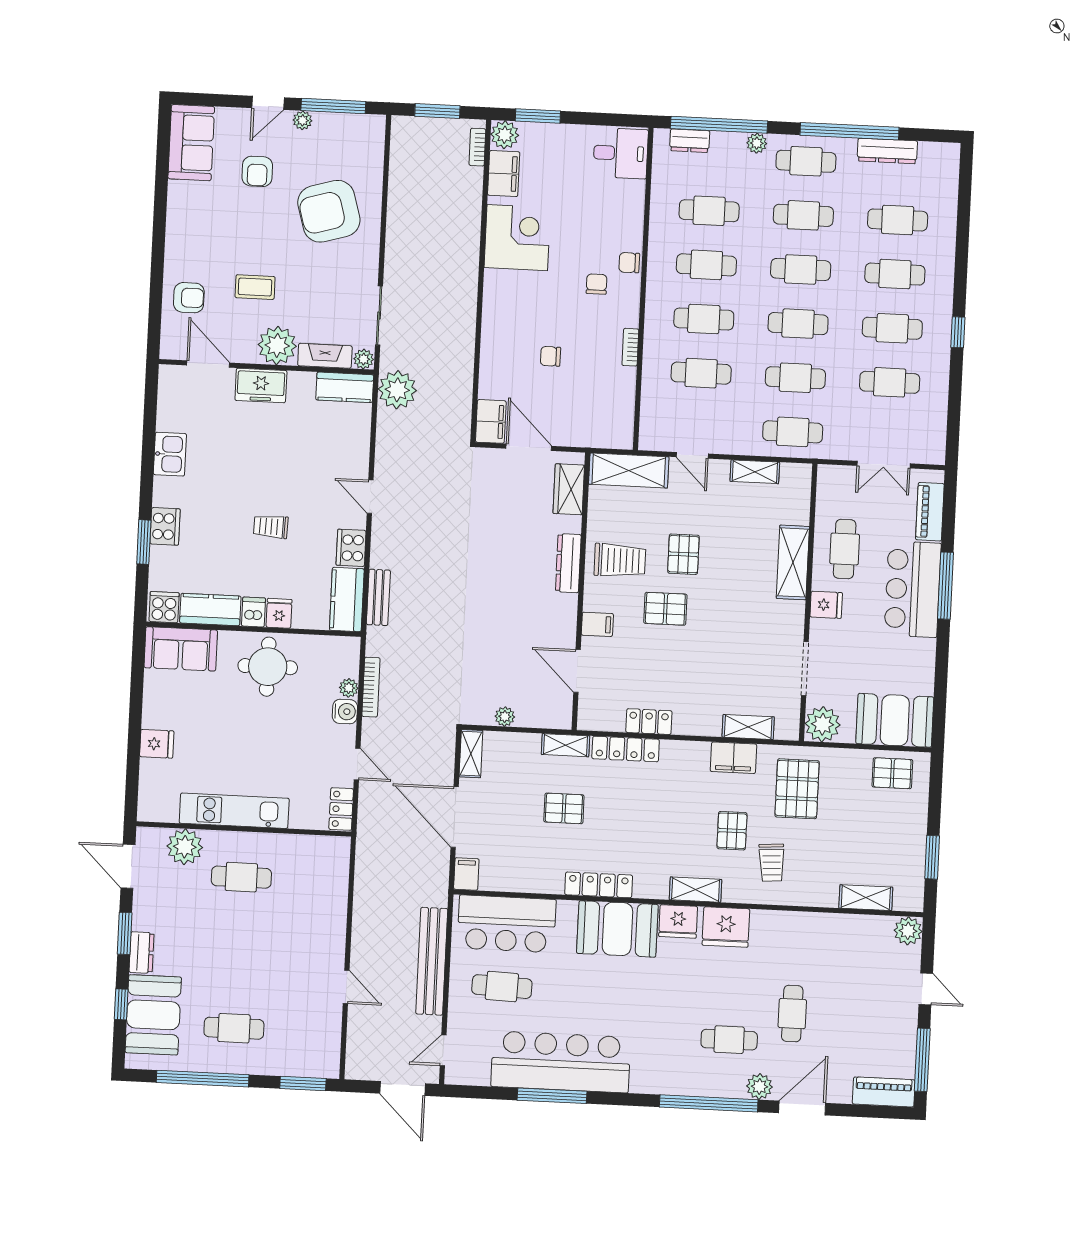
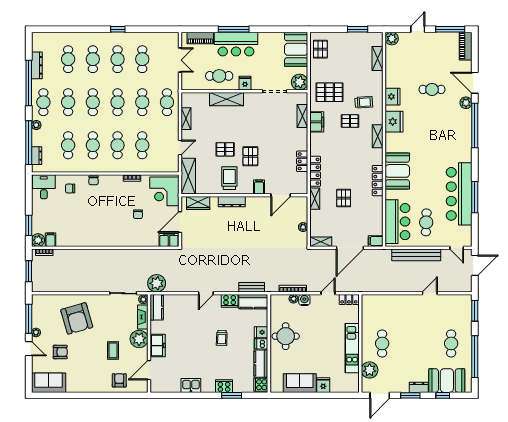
filing cabinet: (504, 173) -> (51, 240), width x0.50
corner desk: (517, 238) -> (164, 191), moved, turned -90
chair: (597, 284) -> (70, 188), moved
sofa: (181, 649) -> (300, 383), moved, turned -90
fridge: (678, 921) -> (393, 97), moved
cafe table: (729, 1040) -> (445, 118), removed

